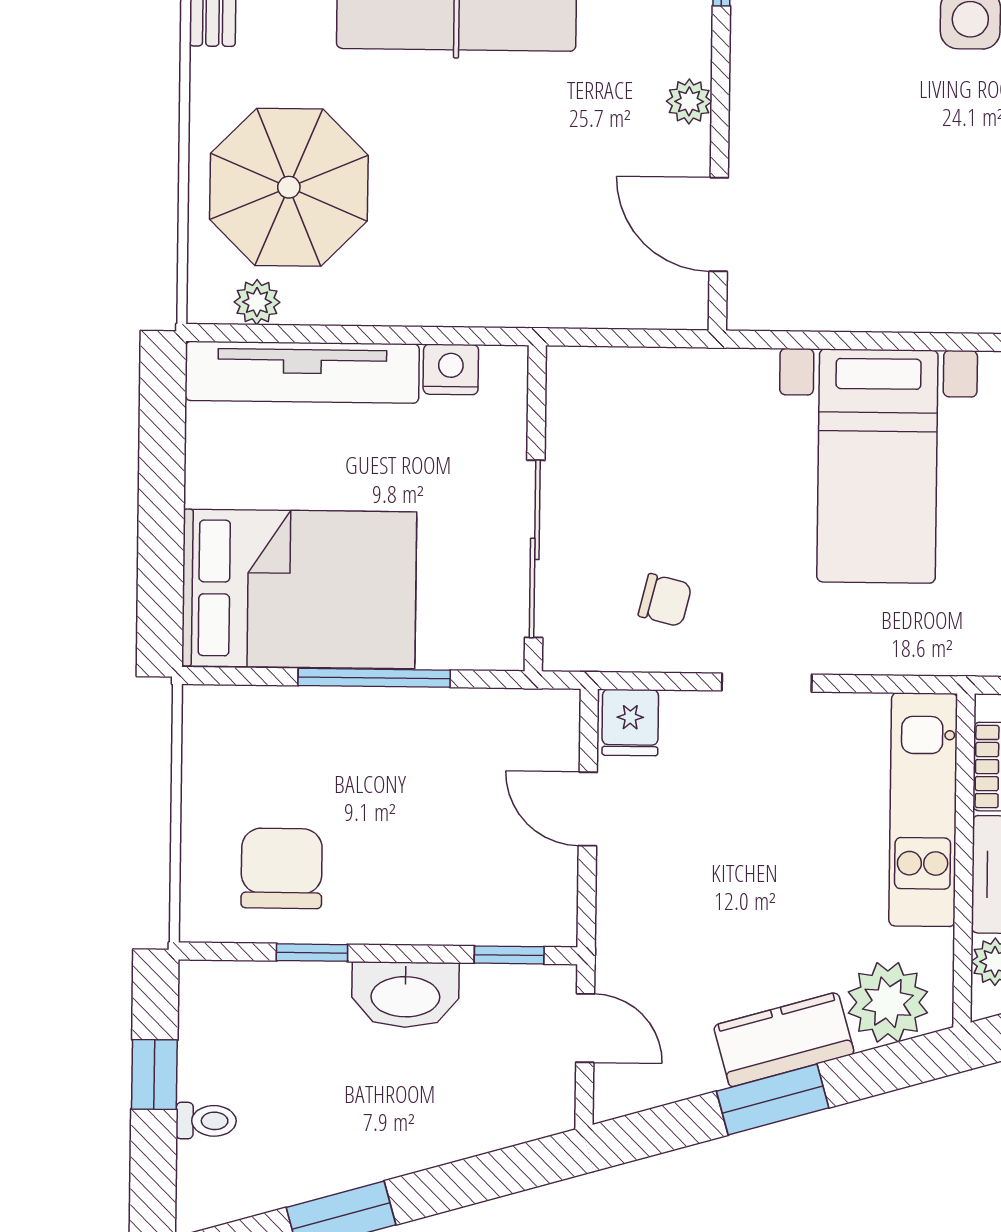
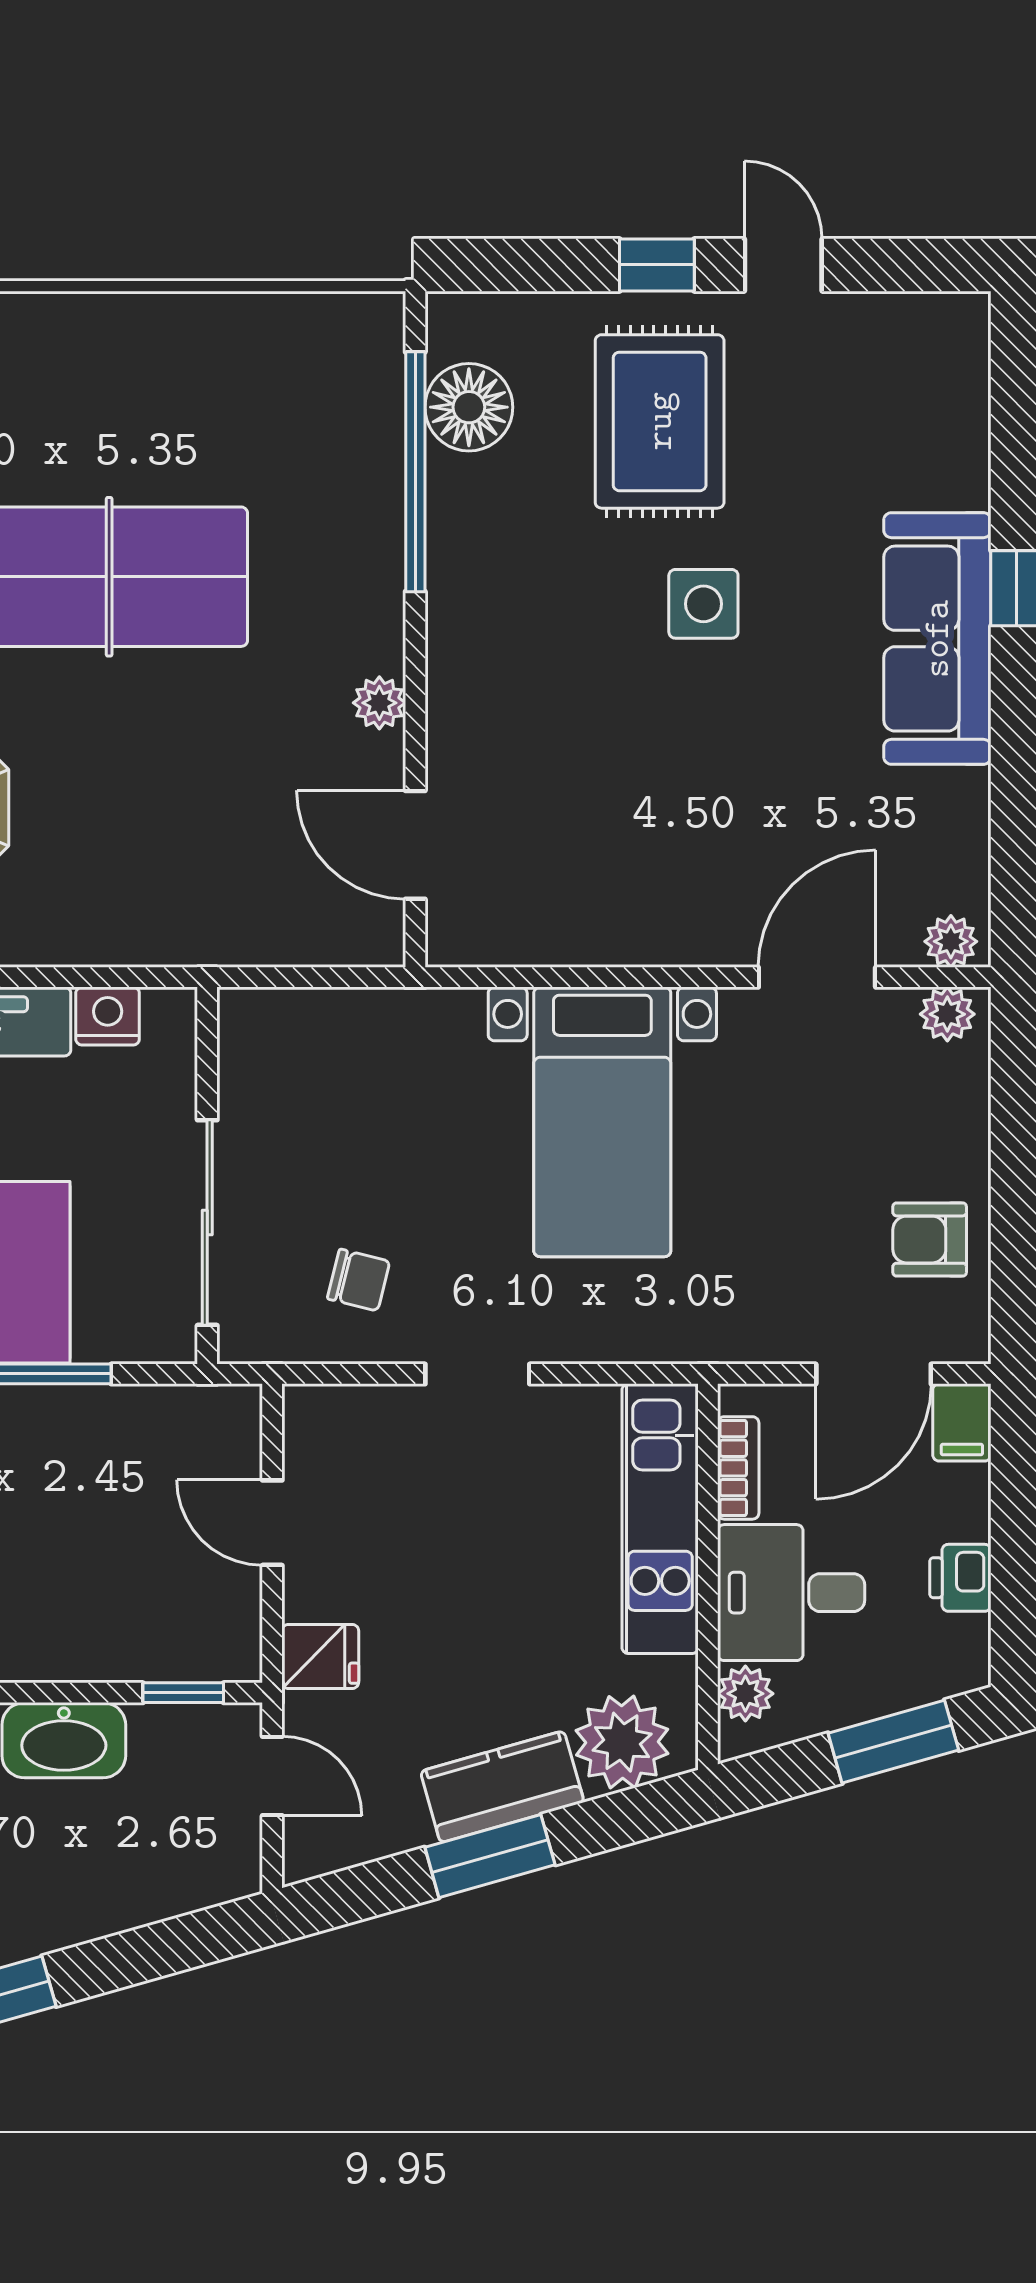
fridge: (630, 722) -> (320, 1657), moved, turned -90

